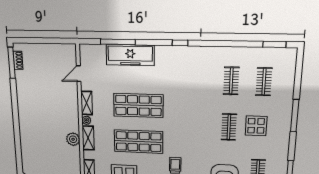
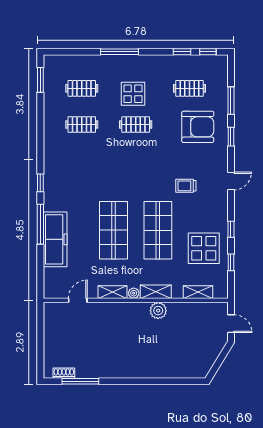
window: (118, 42) -> (40, 224), moved
window: (12, 63) -> (80, 381), moved
door: (79, 74) -> (78, 300), swing flipped

